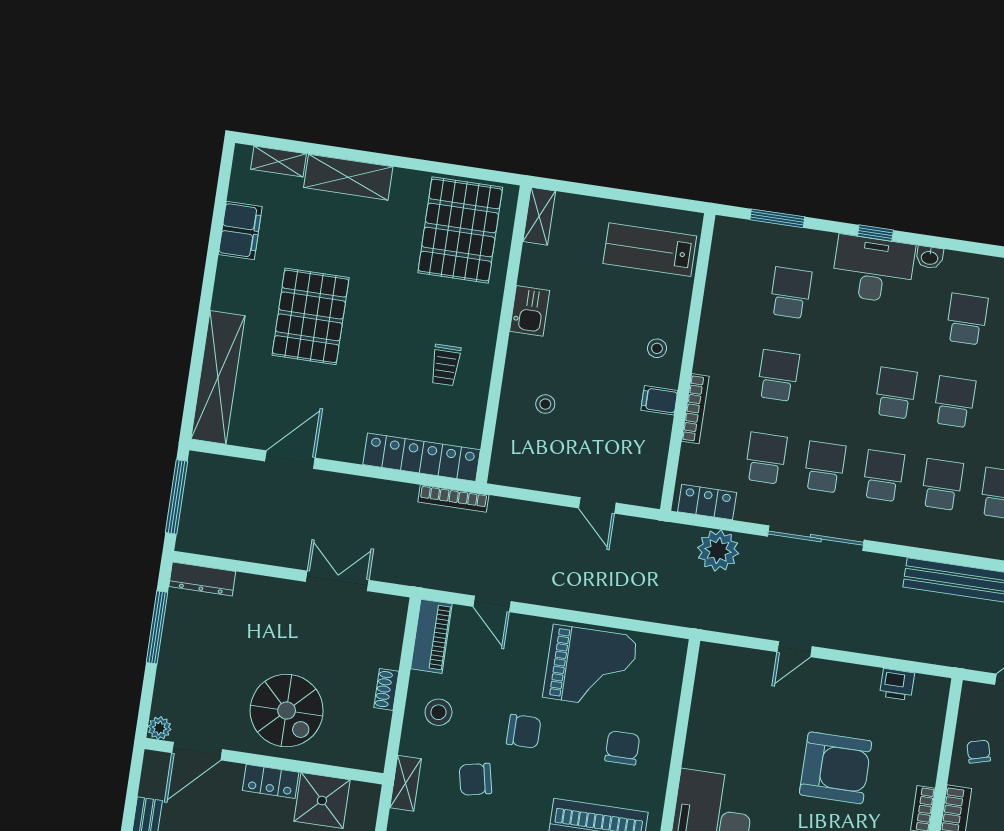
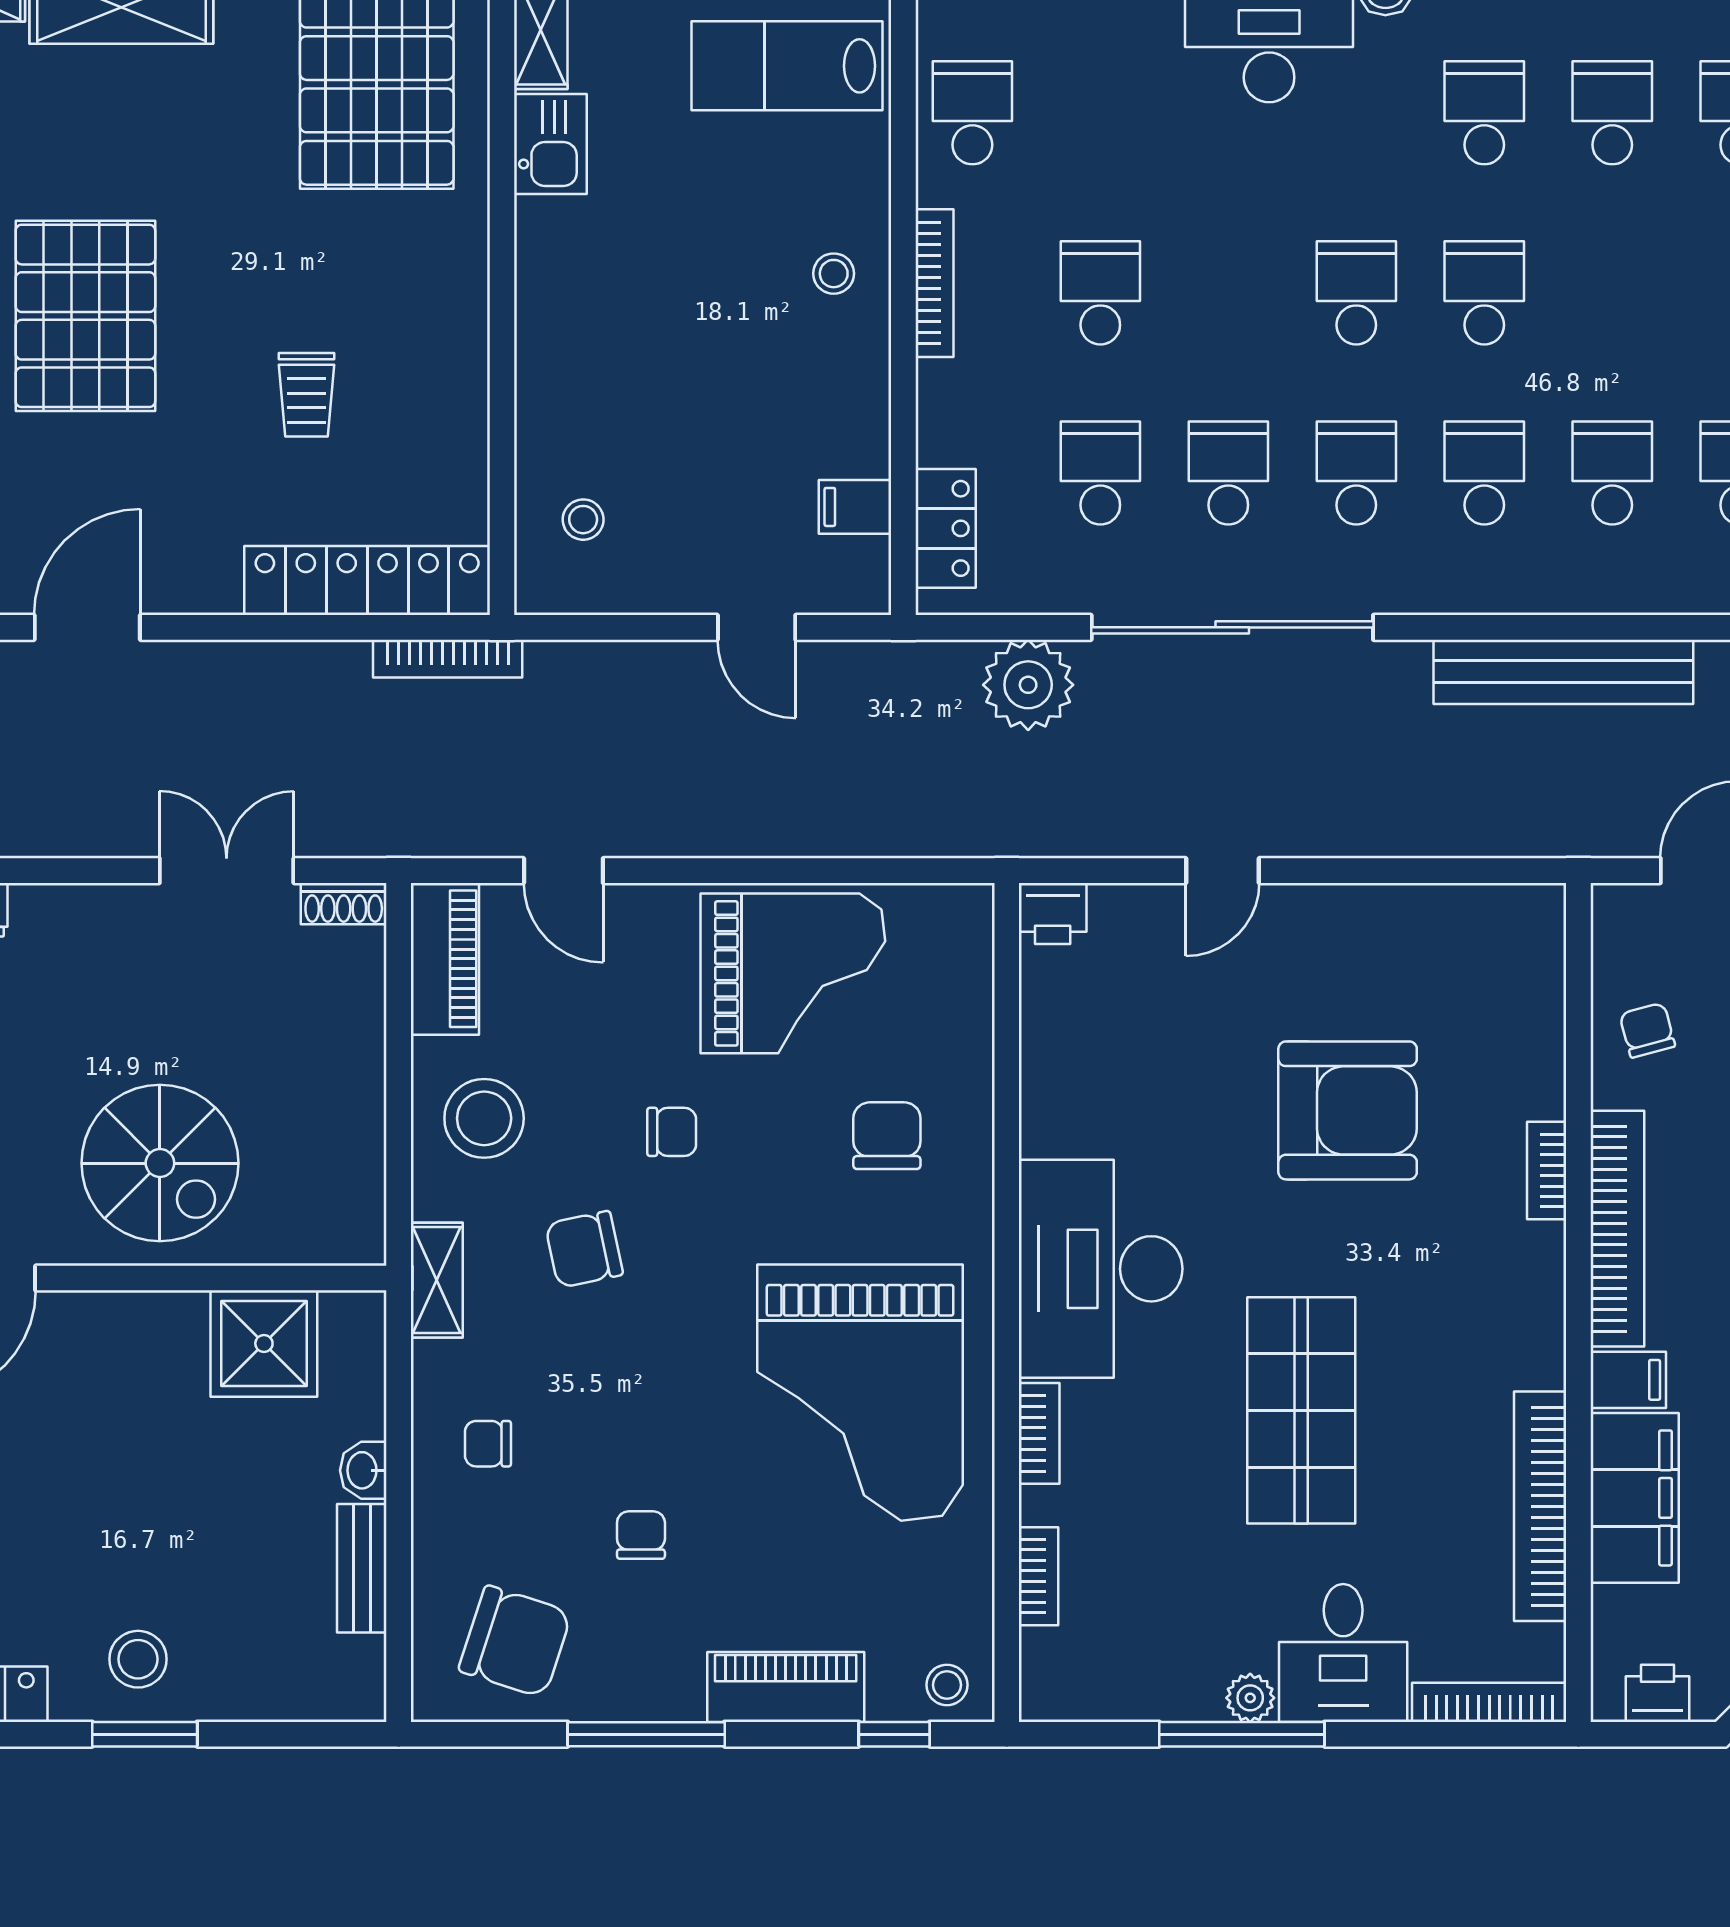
school desk: (790, 293) -> (972, 113), moved
kitchen sink: (530, 311) -> (550, 144), moved
trolley: (446, 365) -> (307, 395), moved
filing cabinet: (659, 400) -> (855, 507), moved
stool: (545, 404) -> (583, 520), moved
bookcase: (695, 409) -> (934, 283), moved
locker: (707, 502) -> (946, 528), moved, turned 90
sliding door: (816, 538) -> (1232, 627), width x1.36
printer: (897, 685) -> (1053, 913), moved
shoe rack: (386, 689) -> (344, 904), moved, turned -90
stool: (438, 712) -> (484, 1118), width x1.38, depth x1.38
chair: (524, 731) -> (672, 1132), width x0.73, depth x0.73
locker: (271, 781) -> (149, 1319), removed

